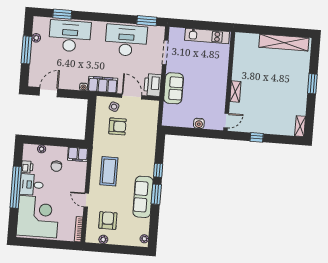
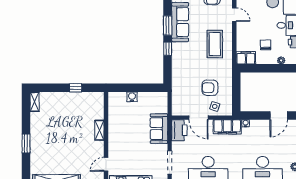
door: (226, 121) -> (106, 164), moved

